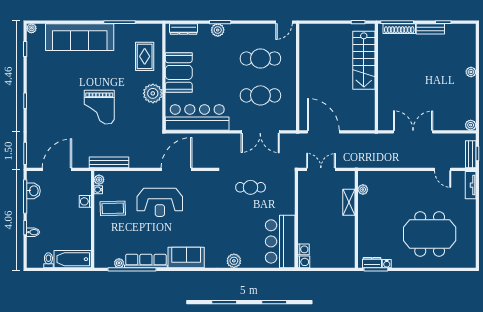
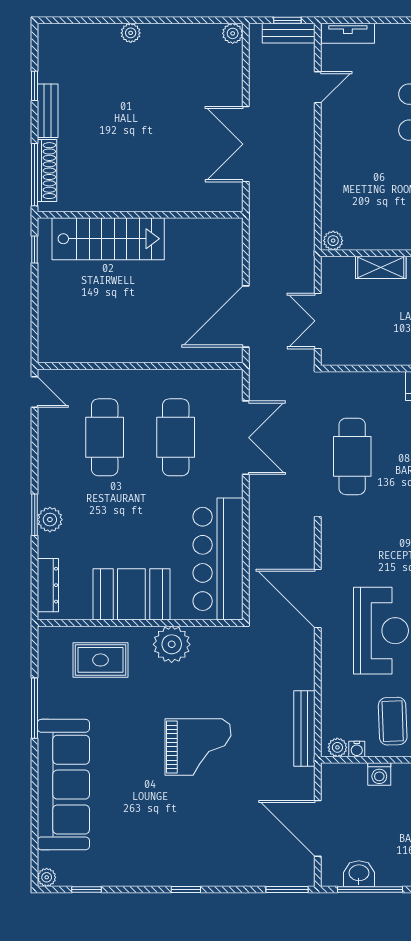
cafe table: (251, 187) -> (352, 456), width x1.37, depth x1.35
plant: (363, 190) -> (333, 241), moved

